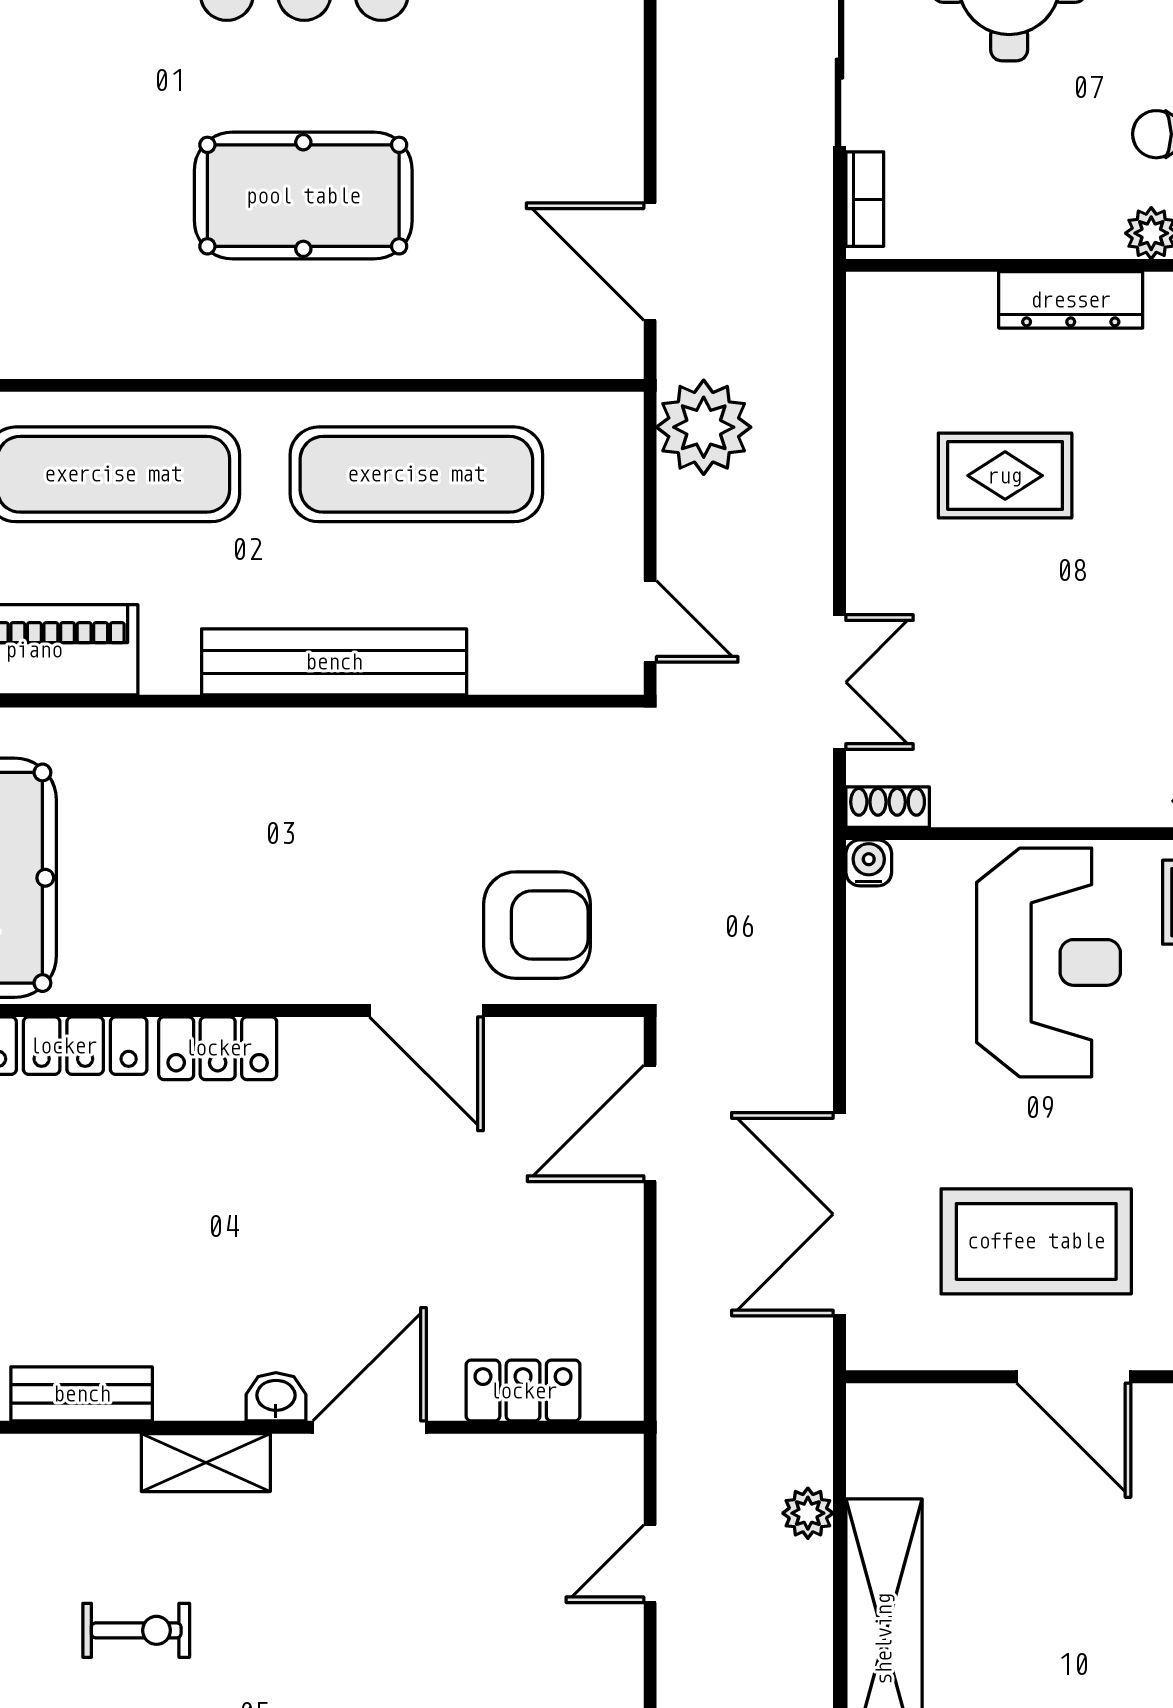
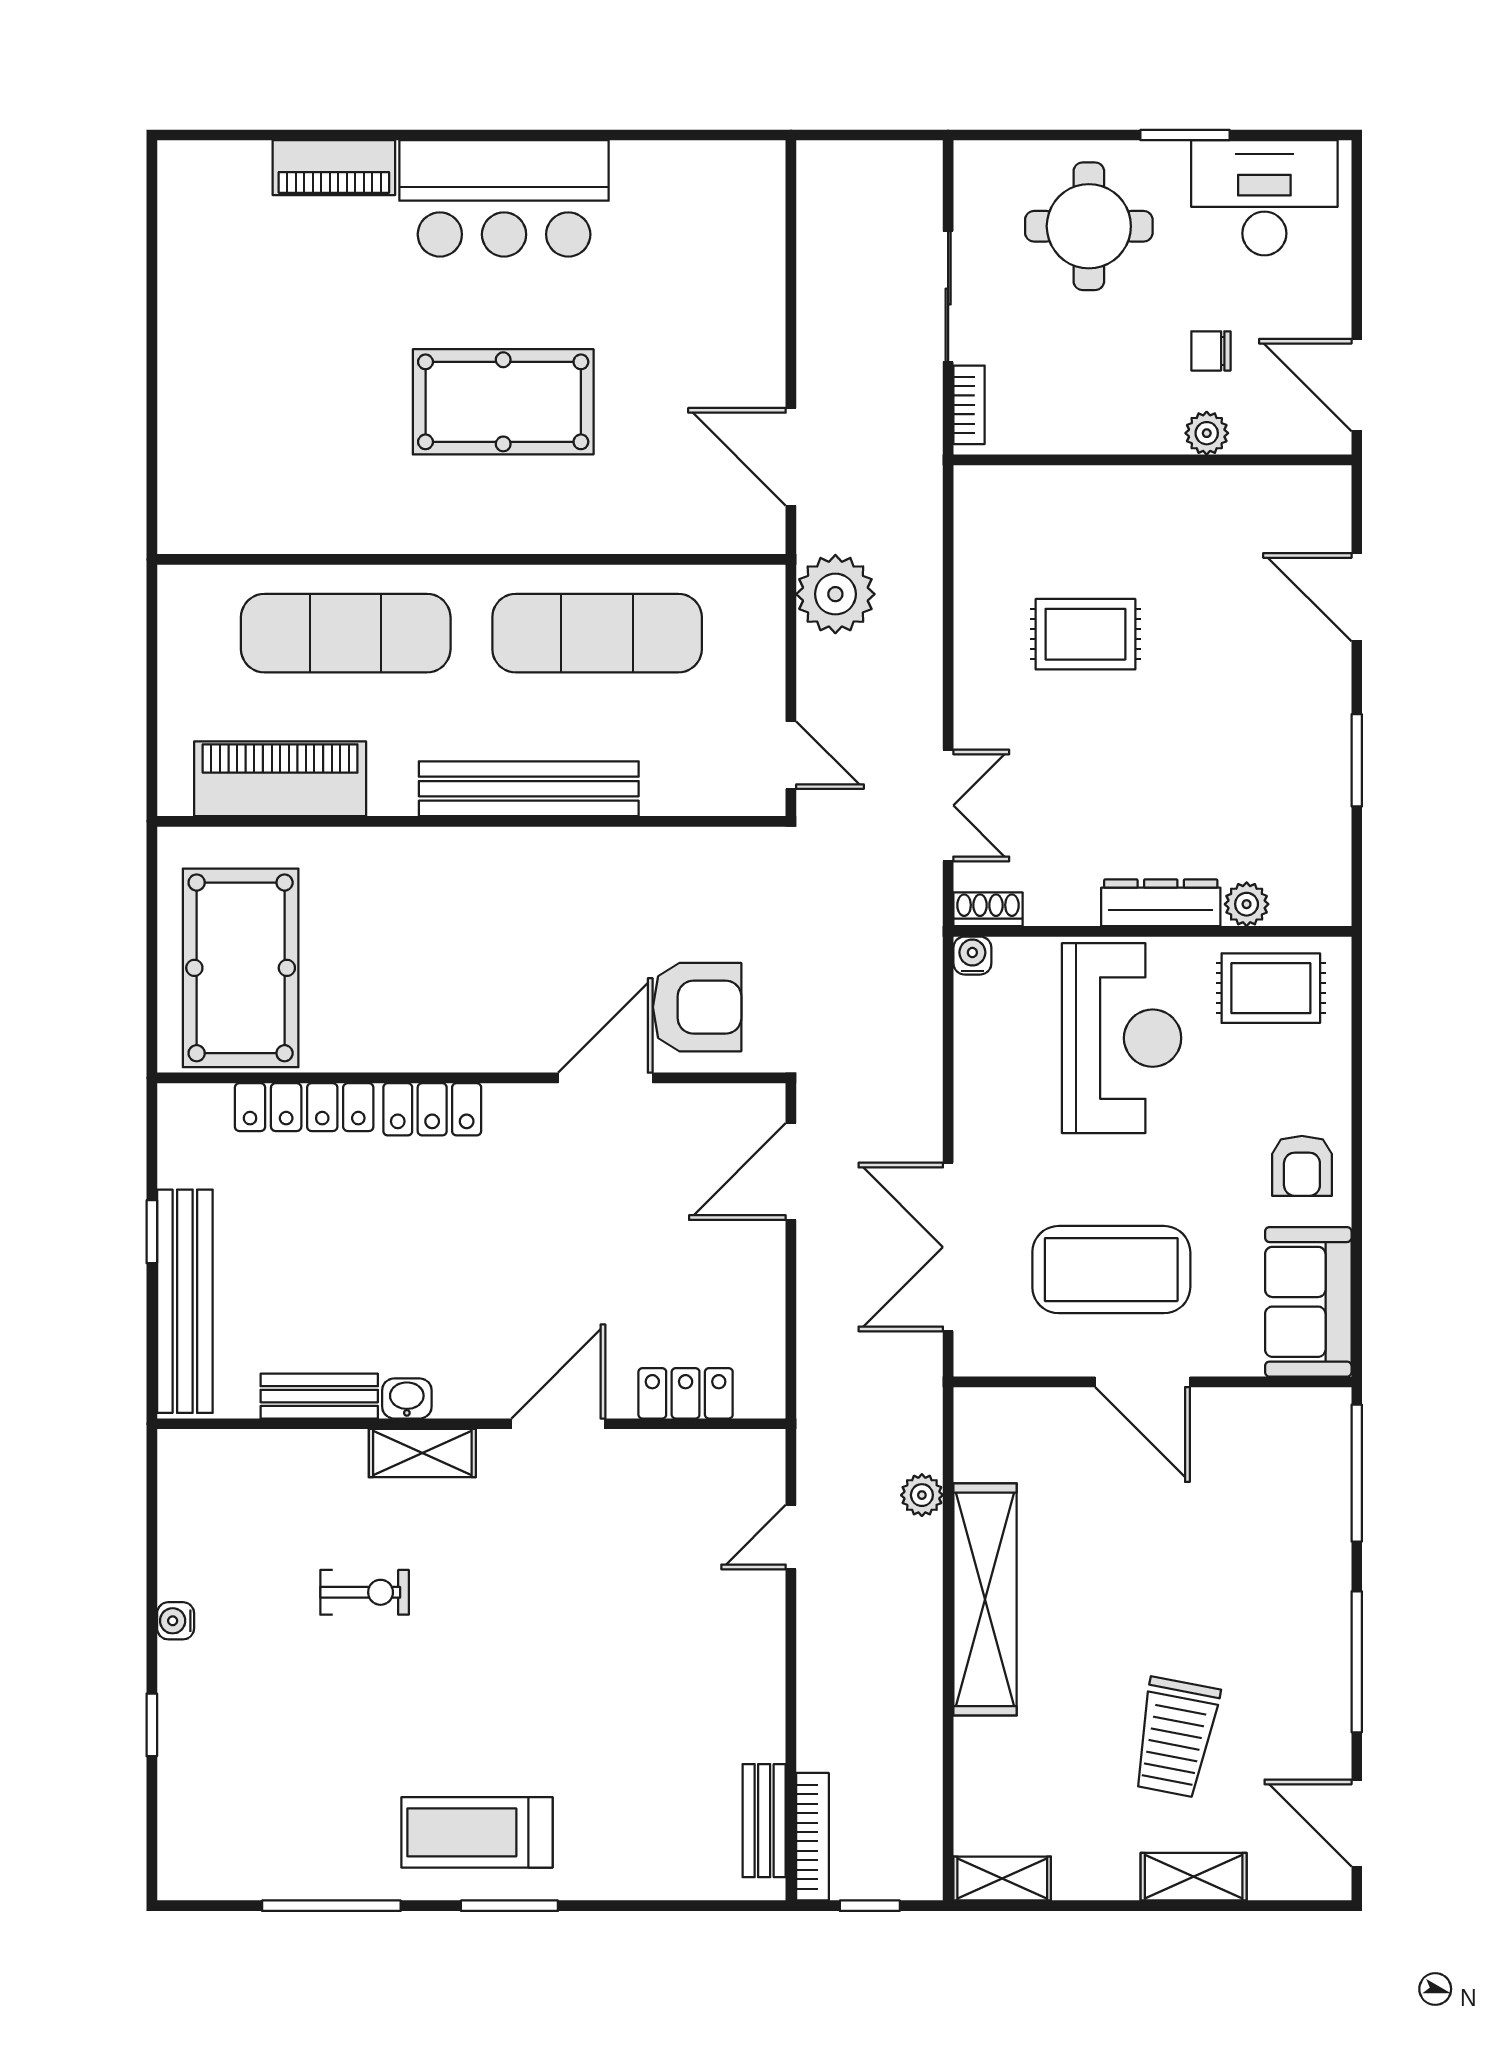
dresser: (1071, 300) -> (1161, 903), moved, turned 180
door: (426, 1010) -> (605, 1078), swing flipped
washbasin: (276, 1397) -> (407, 1398), moved

